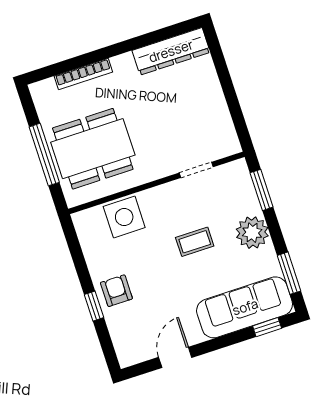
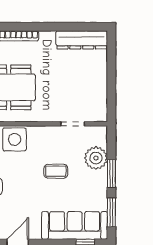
window: (262, 190) -> (111, 174), moved
plant: (252, 233) -> (96, 158), moved

